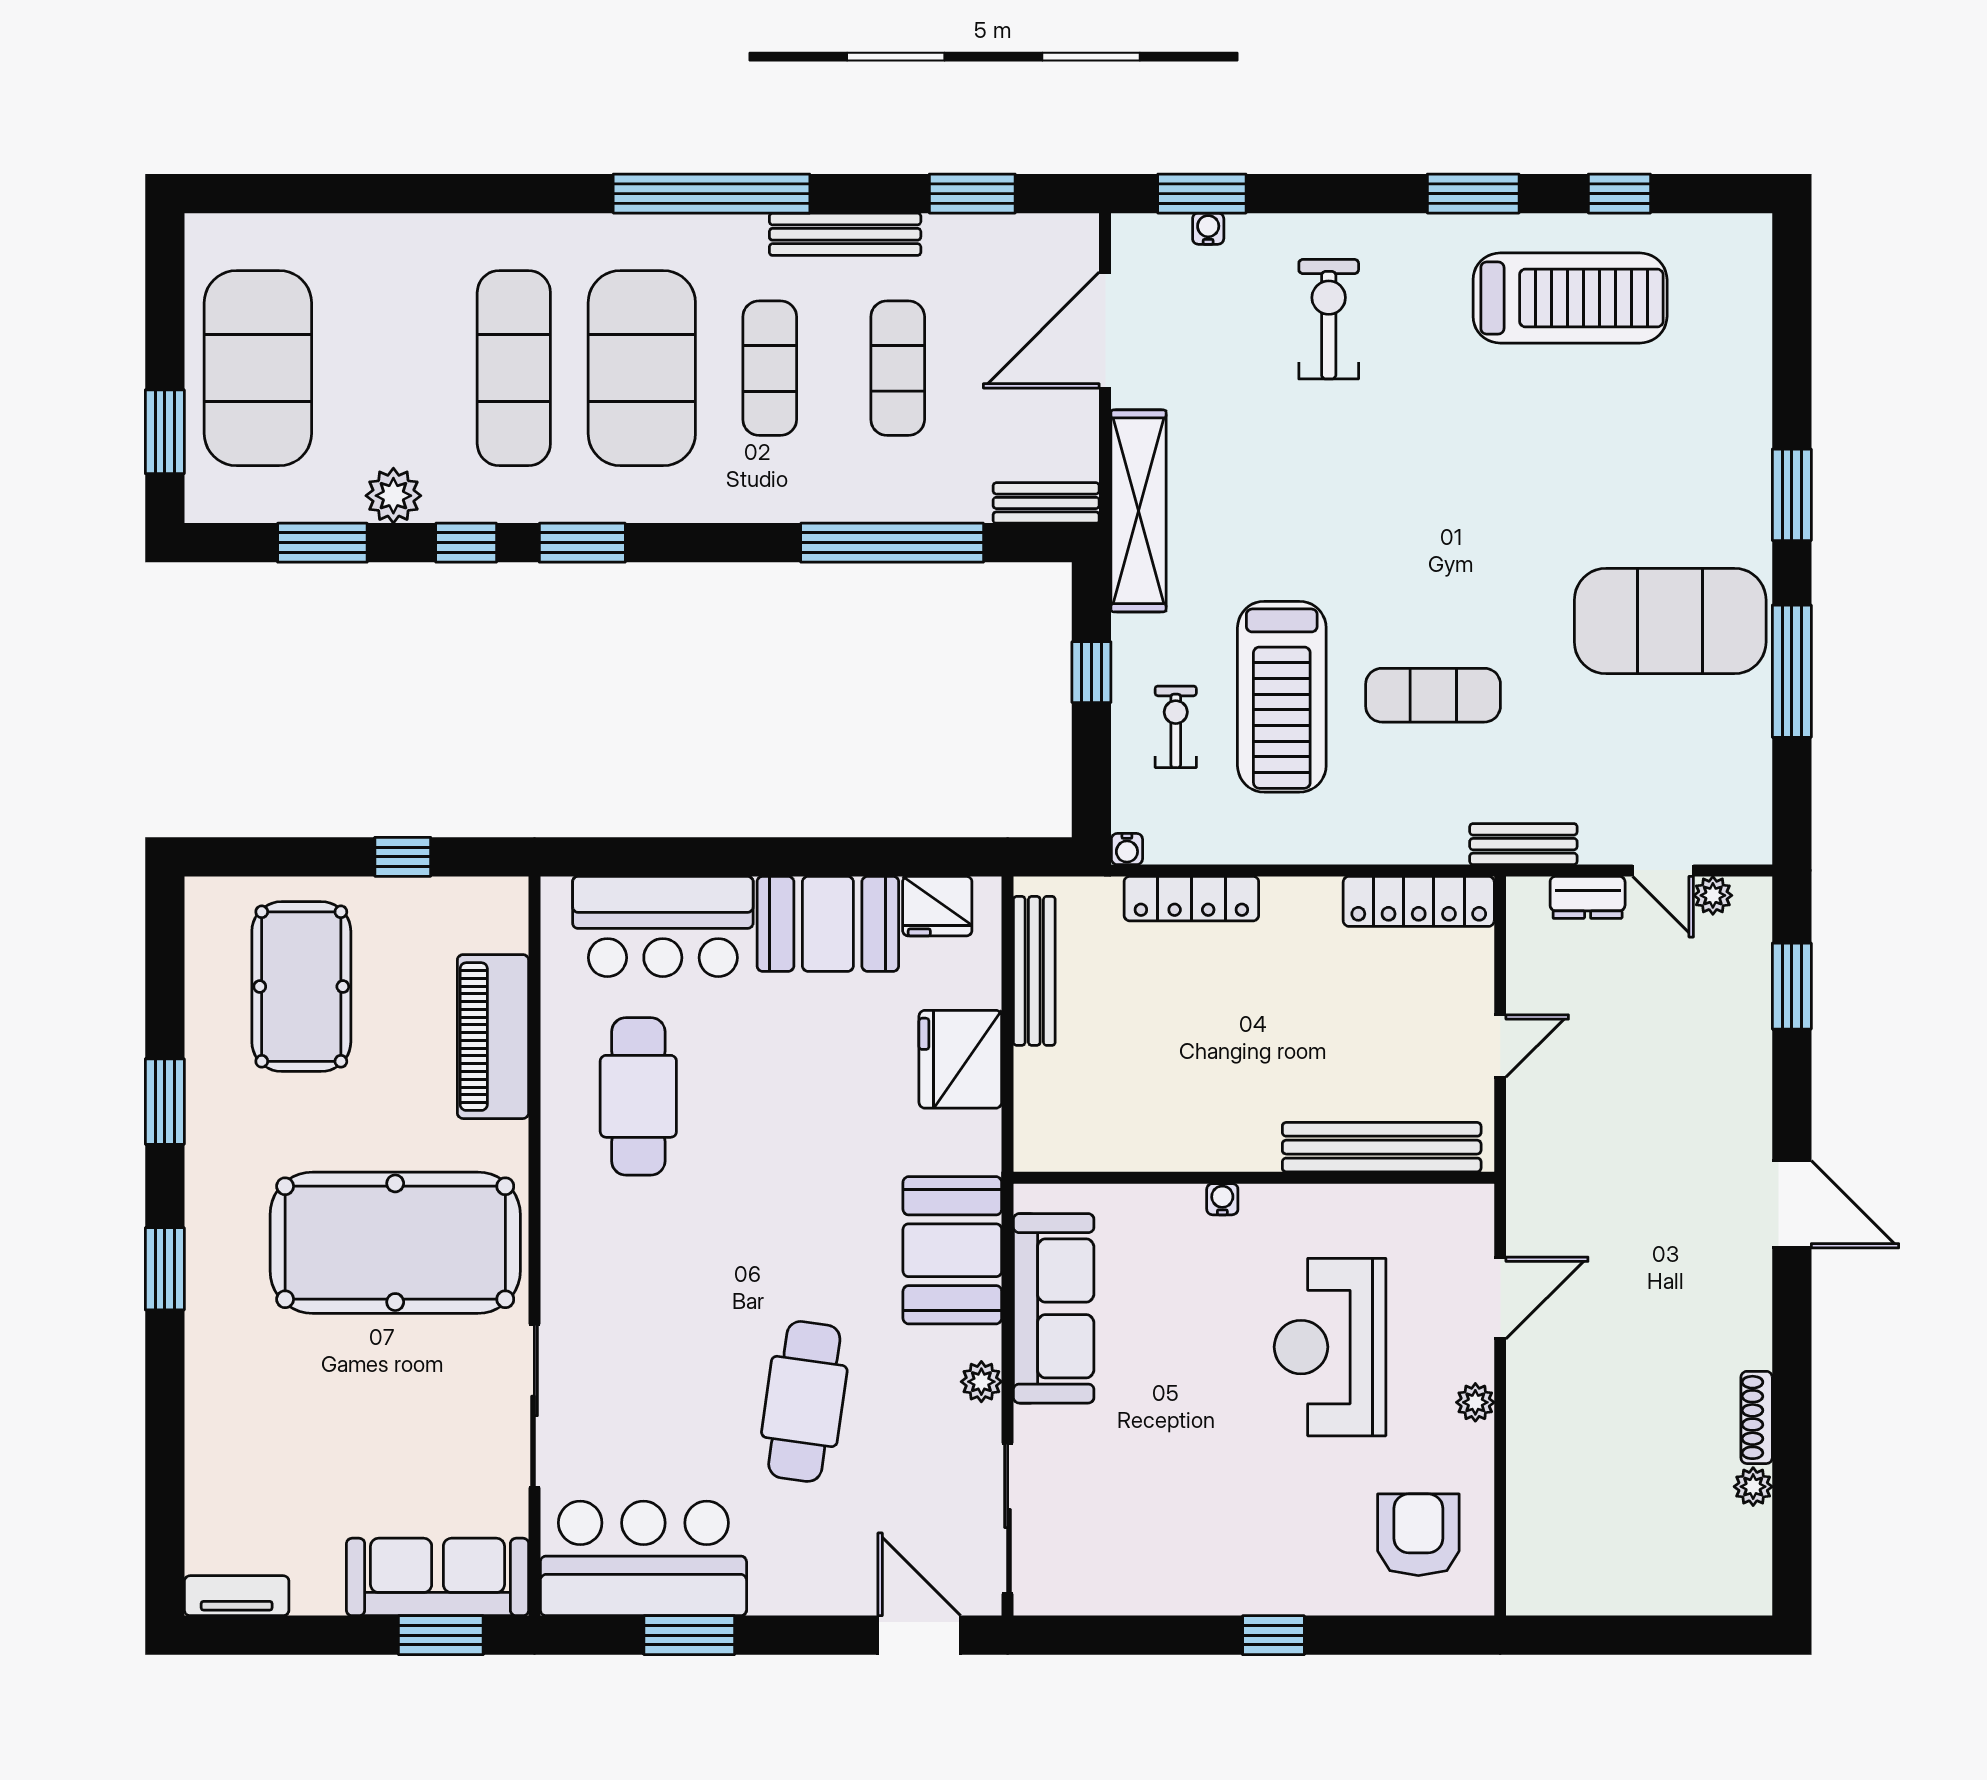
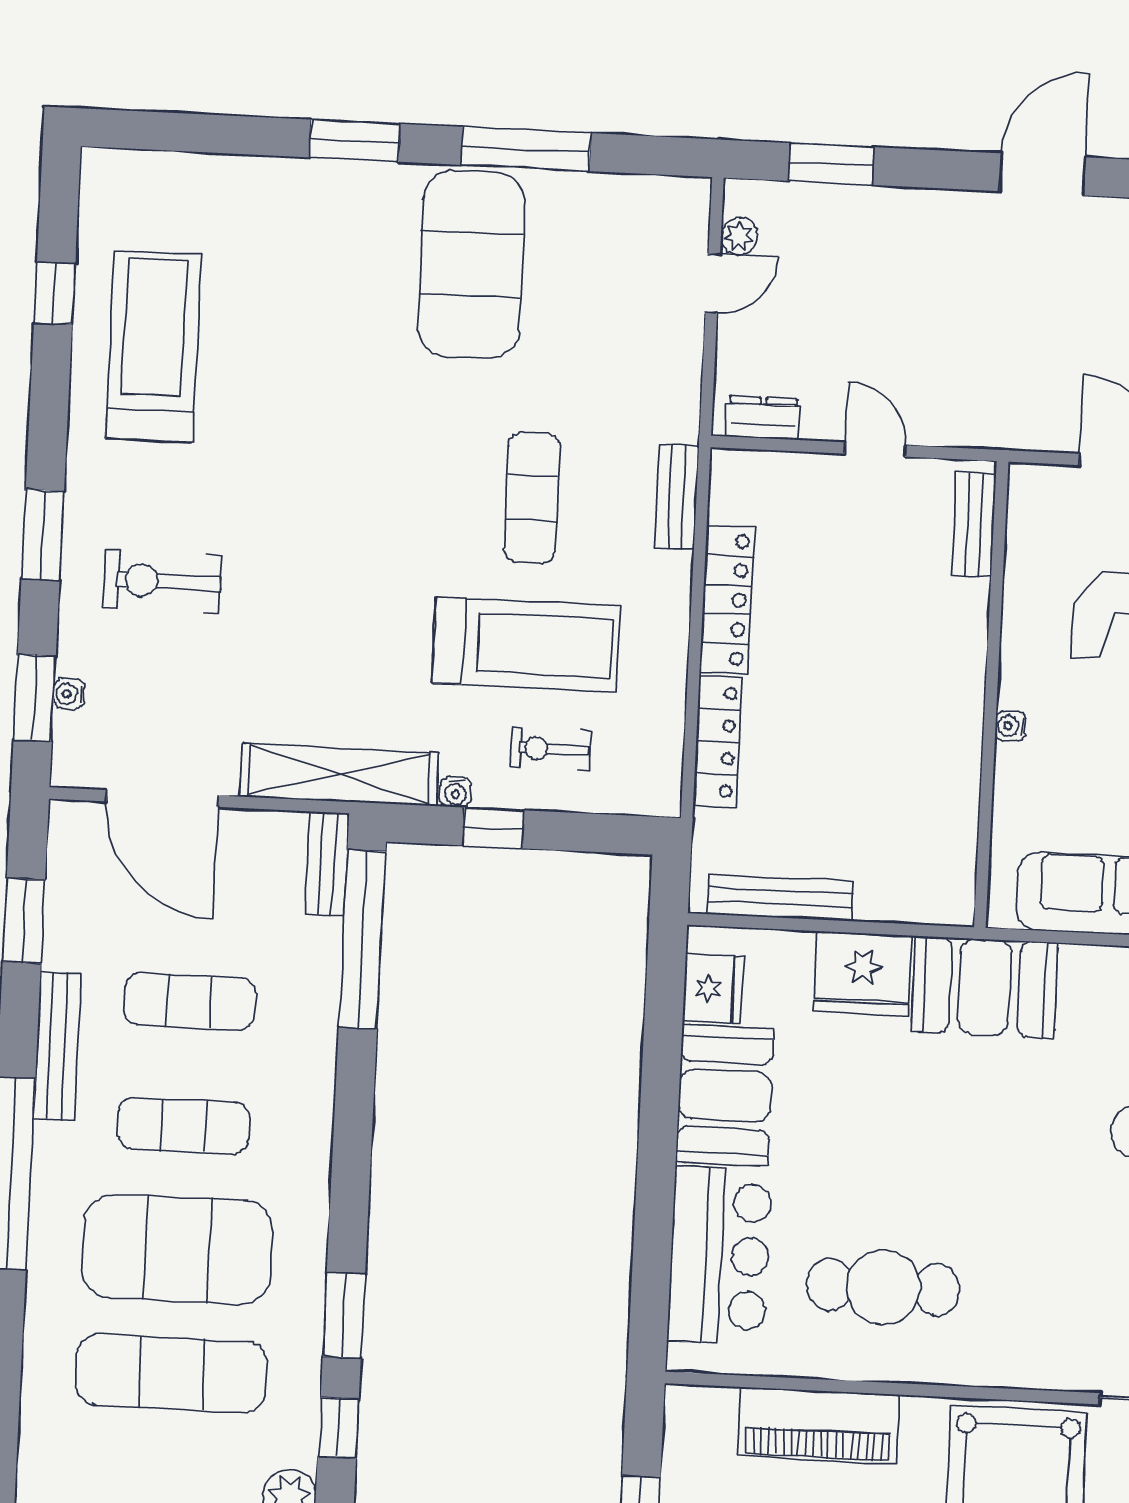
window: (1473, 194) -> (43, 535), moved
window: (892, 543) -> (362, 939), moved
bench: (1523, 844) -> (677, 497), moved
water cooler: (1127, 849) -> (455, 792), moved, turned 90
dresser: (1588, 897) -> (763, 418), moved, turned -90
locker: (1419, 901) -> (727, 600), moved
bench: (1382, 1147) -> (974, 525), width x0.54, depth x0.82
booth: (952, 1250) -> (985, 987), moved

